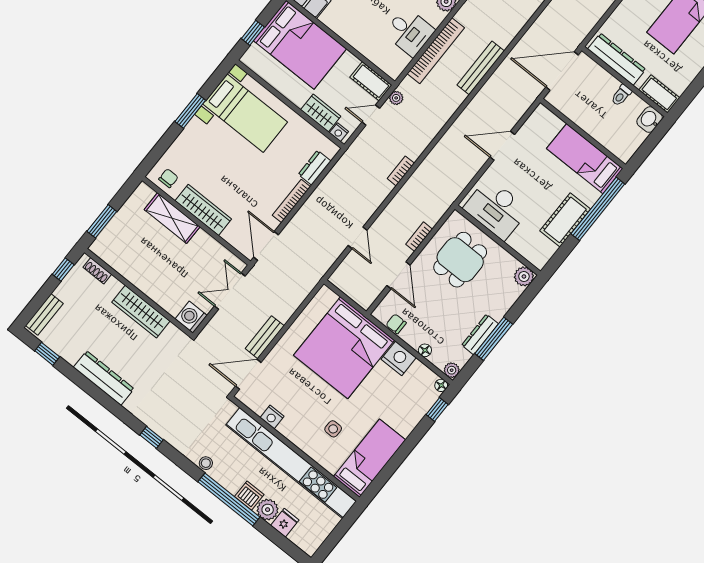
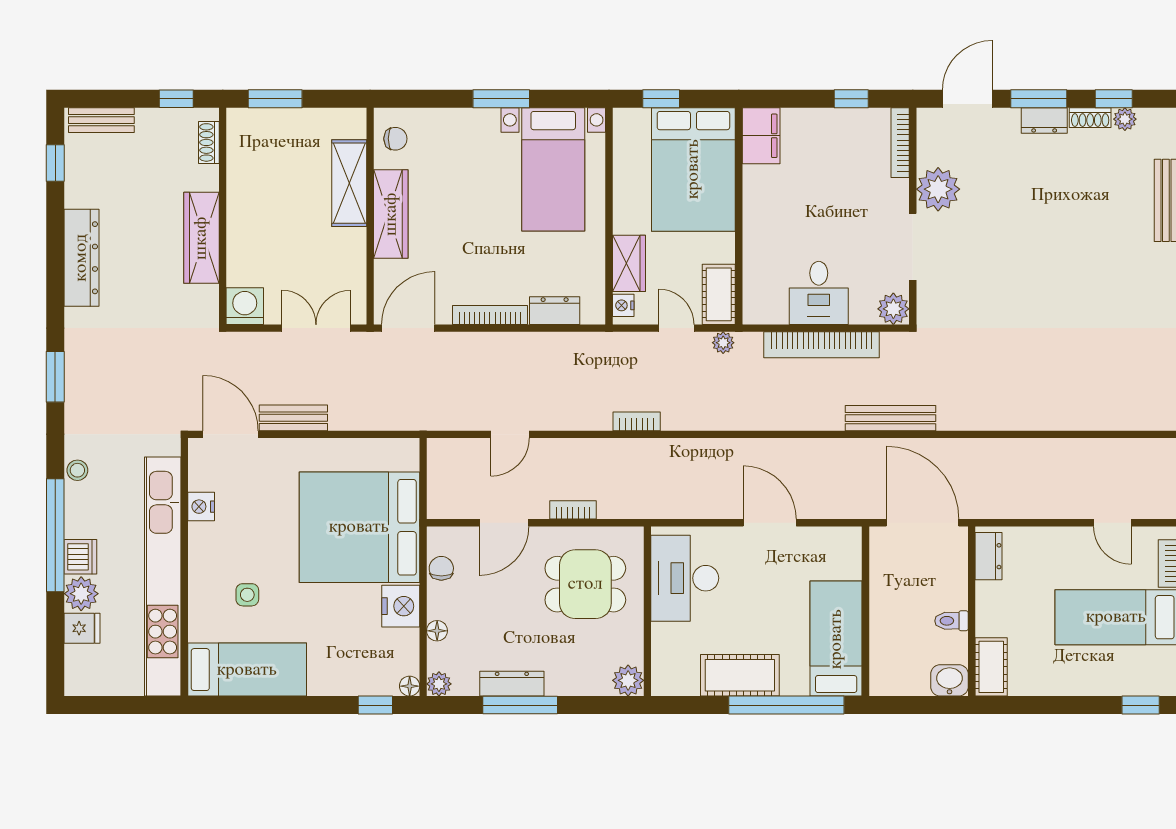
dresser: (617, 59) -> (989, 556), width x0.51, depth x0.80
bench: (481, 68) -> (891, 418), moved
window: (152, 437) -> (55, 377), width x1.50

